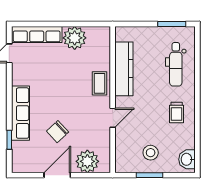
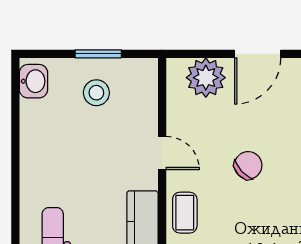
trolley: (177, 113) -> (51, 162), removed
door: (113, 118) -> (162, 153), swing flipped
chair: (58, 132) -> (248, 165), moved

